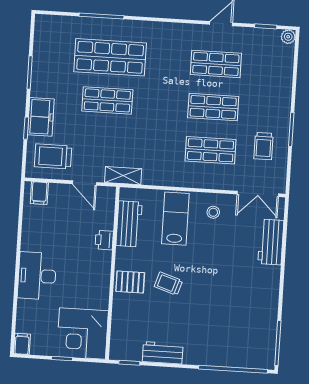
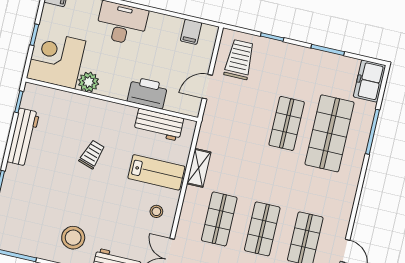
freezer: (41, 117) -> (370, 81), moved, turned 90
shelving: (123, 176) -> (199, 168), moved
filing cabinet: (39, 193) -> (191, 32), moved, turned -90
printer: (104, 240) -> (147, 93), width x1.87, depth x1.48
pallet: (130, 282) -> (100, 116), removed
stool: (252, 289) -> (73, 238), added
plant: (99, 299) -> (89, 82), added
workbench: (163, 353) -> (23, 137), width x1.37

